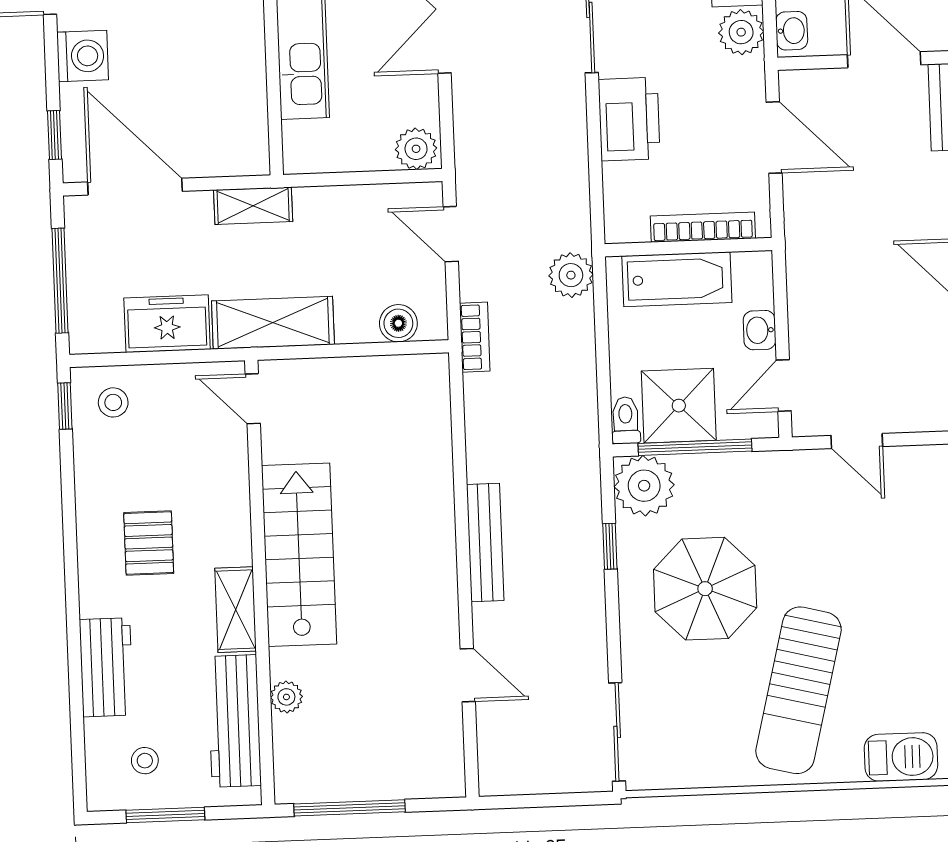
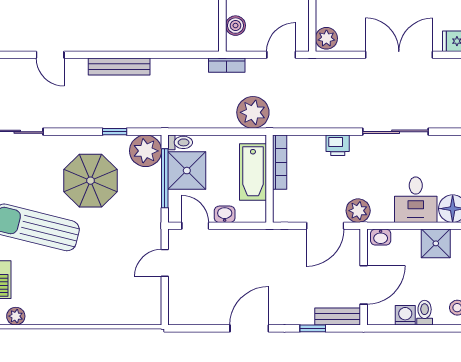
plant: (741, 32) -> (358, 211), moved
printer: (629, 119) -> (338, 145), width x0.53, depth x0.68
bookcase: (703, 227) -> (280, 162), moved
plant: (571, 275) -> (253, 112), width x1.36, depth x1.36
door: (468, 675) -> (50, 55), hinge flipped

